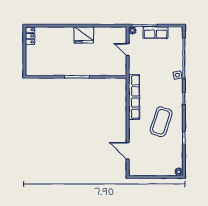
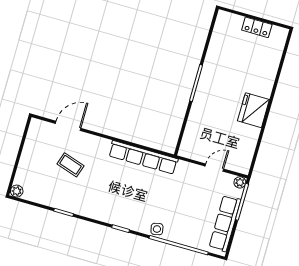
row of seats: (156, 33) -> (225, 223), width x1.48
locker: (30, 36) -> (257, 27), moved
coffee table: (161, 122) -> (70, 165), moved, width x0.54, depth x0.58

